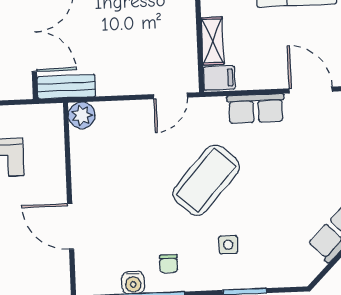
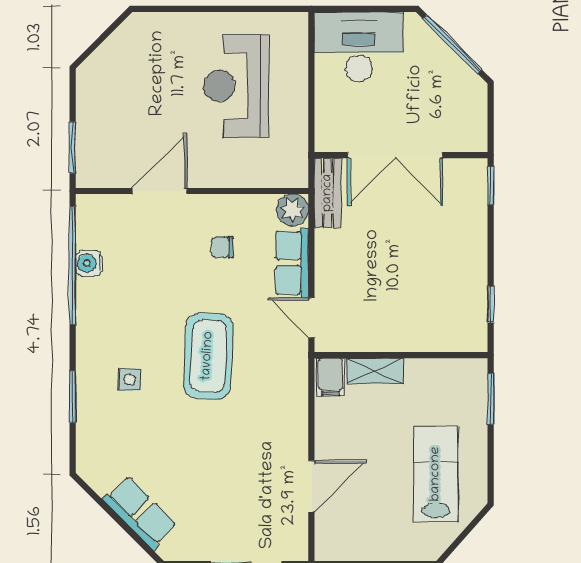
row of seats: (256, 109) -> (292, 263), moved
coffee table: (206, 180) -> (208, 356), turned 51
chair: (169, 264) -> (222, 247), moved

